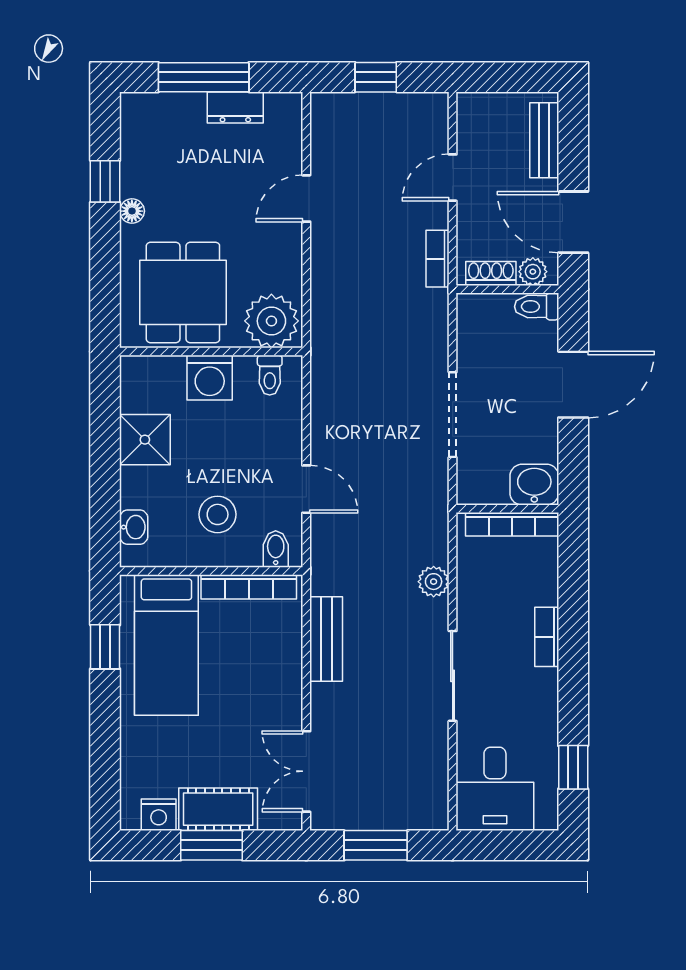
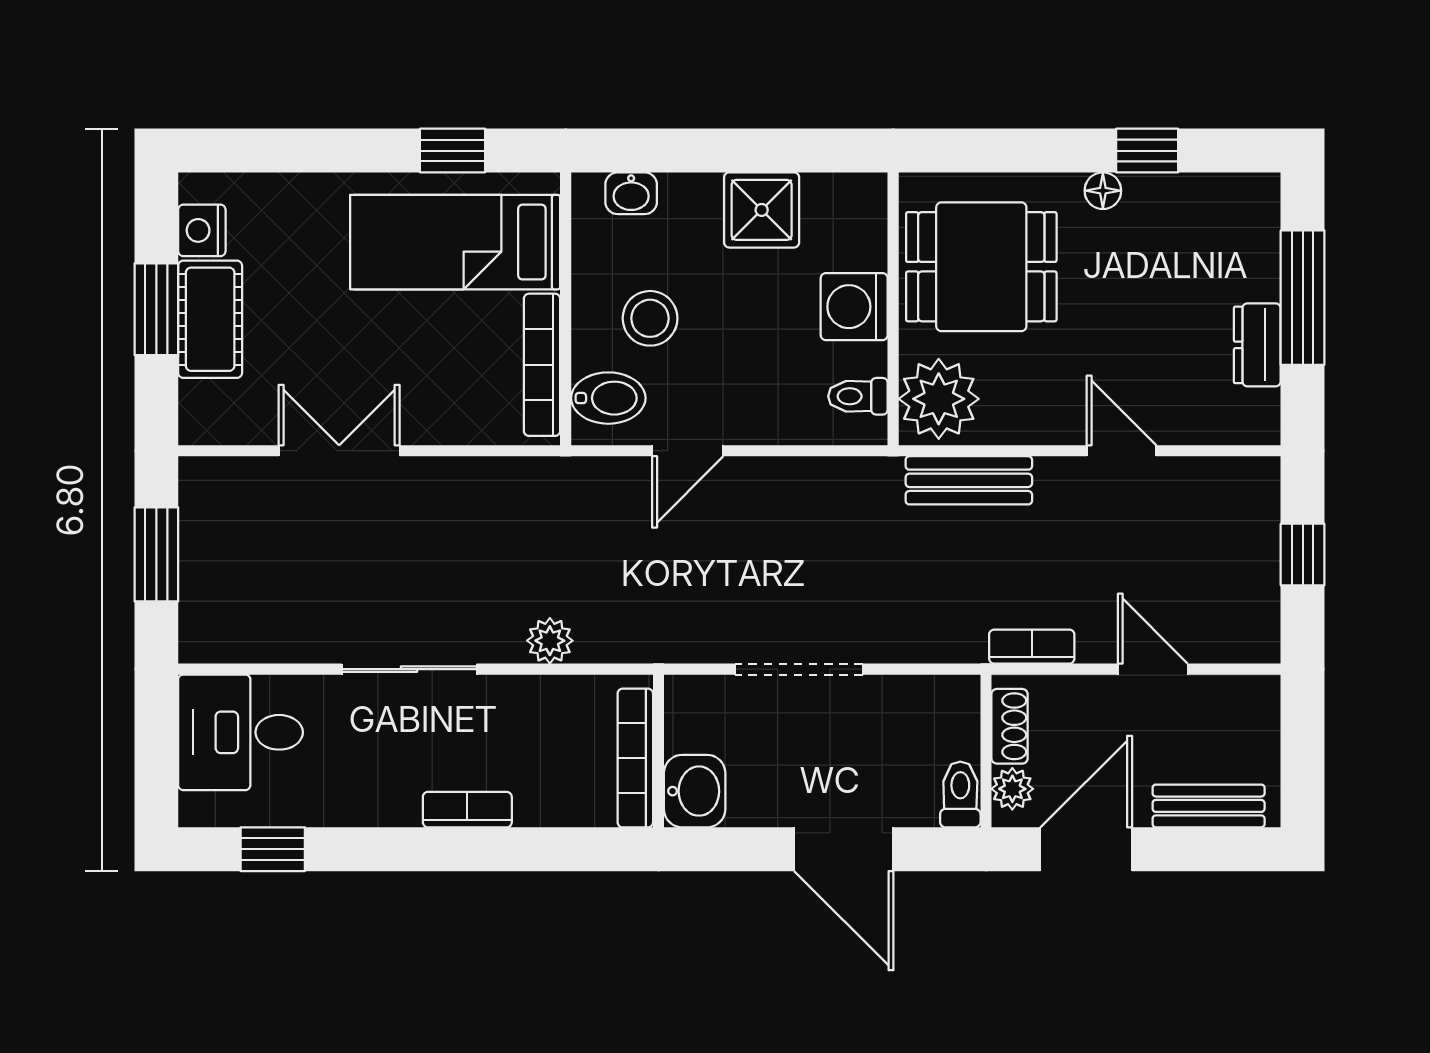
bidet: (276, 549) -> (608, 398), width x1.38, depth x1.36
bench: (326, 639) -> (969, 480), moved
double door: (306, 771) -> (339, 451), moved

